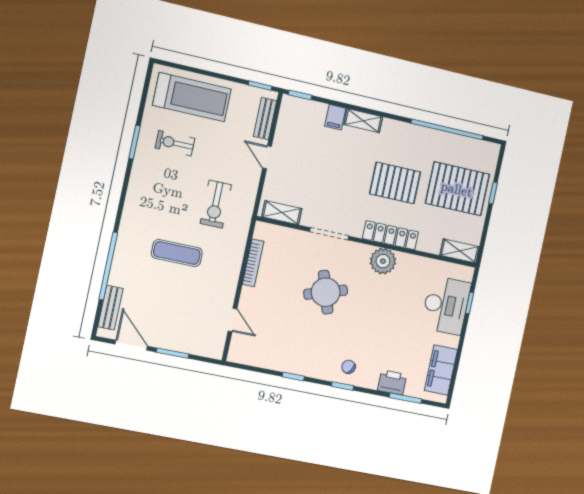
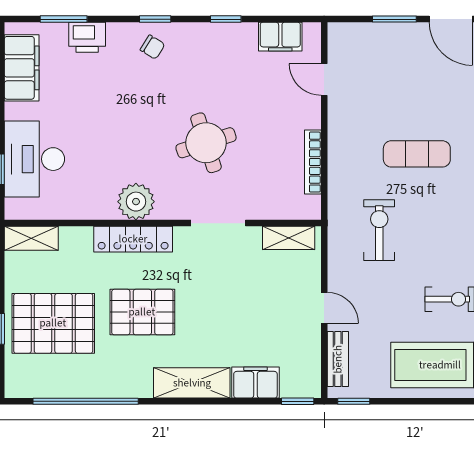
filing cabinet: (335, 117) -> (255, 383), width x2.00
shelving: (363, 121) -> (192, 383), width x1.50, depth x1.33
filing cabinet: (257, 357) -> (280, 37), added

